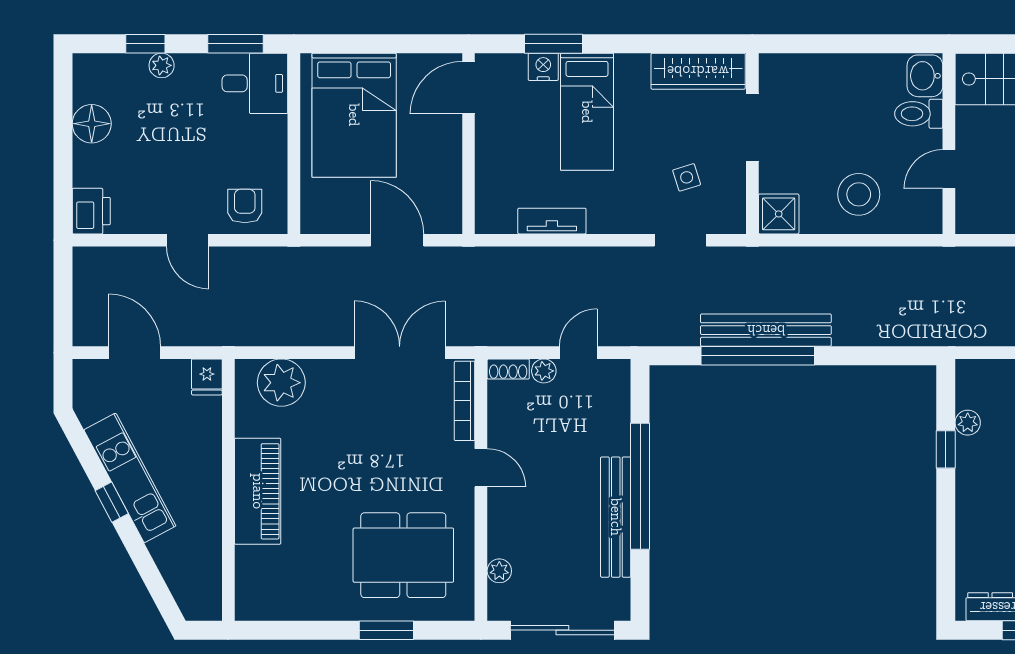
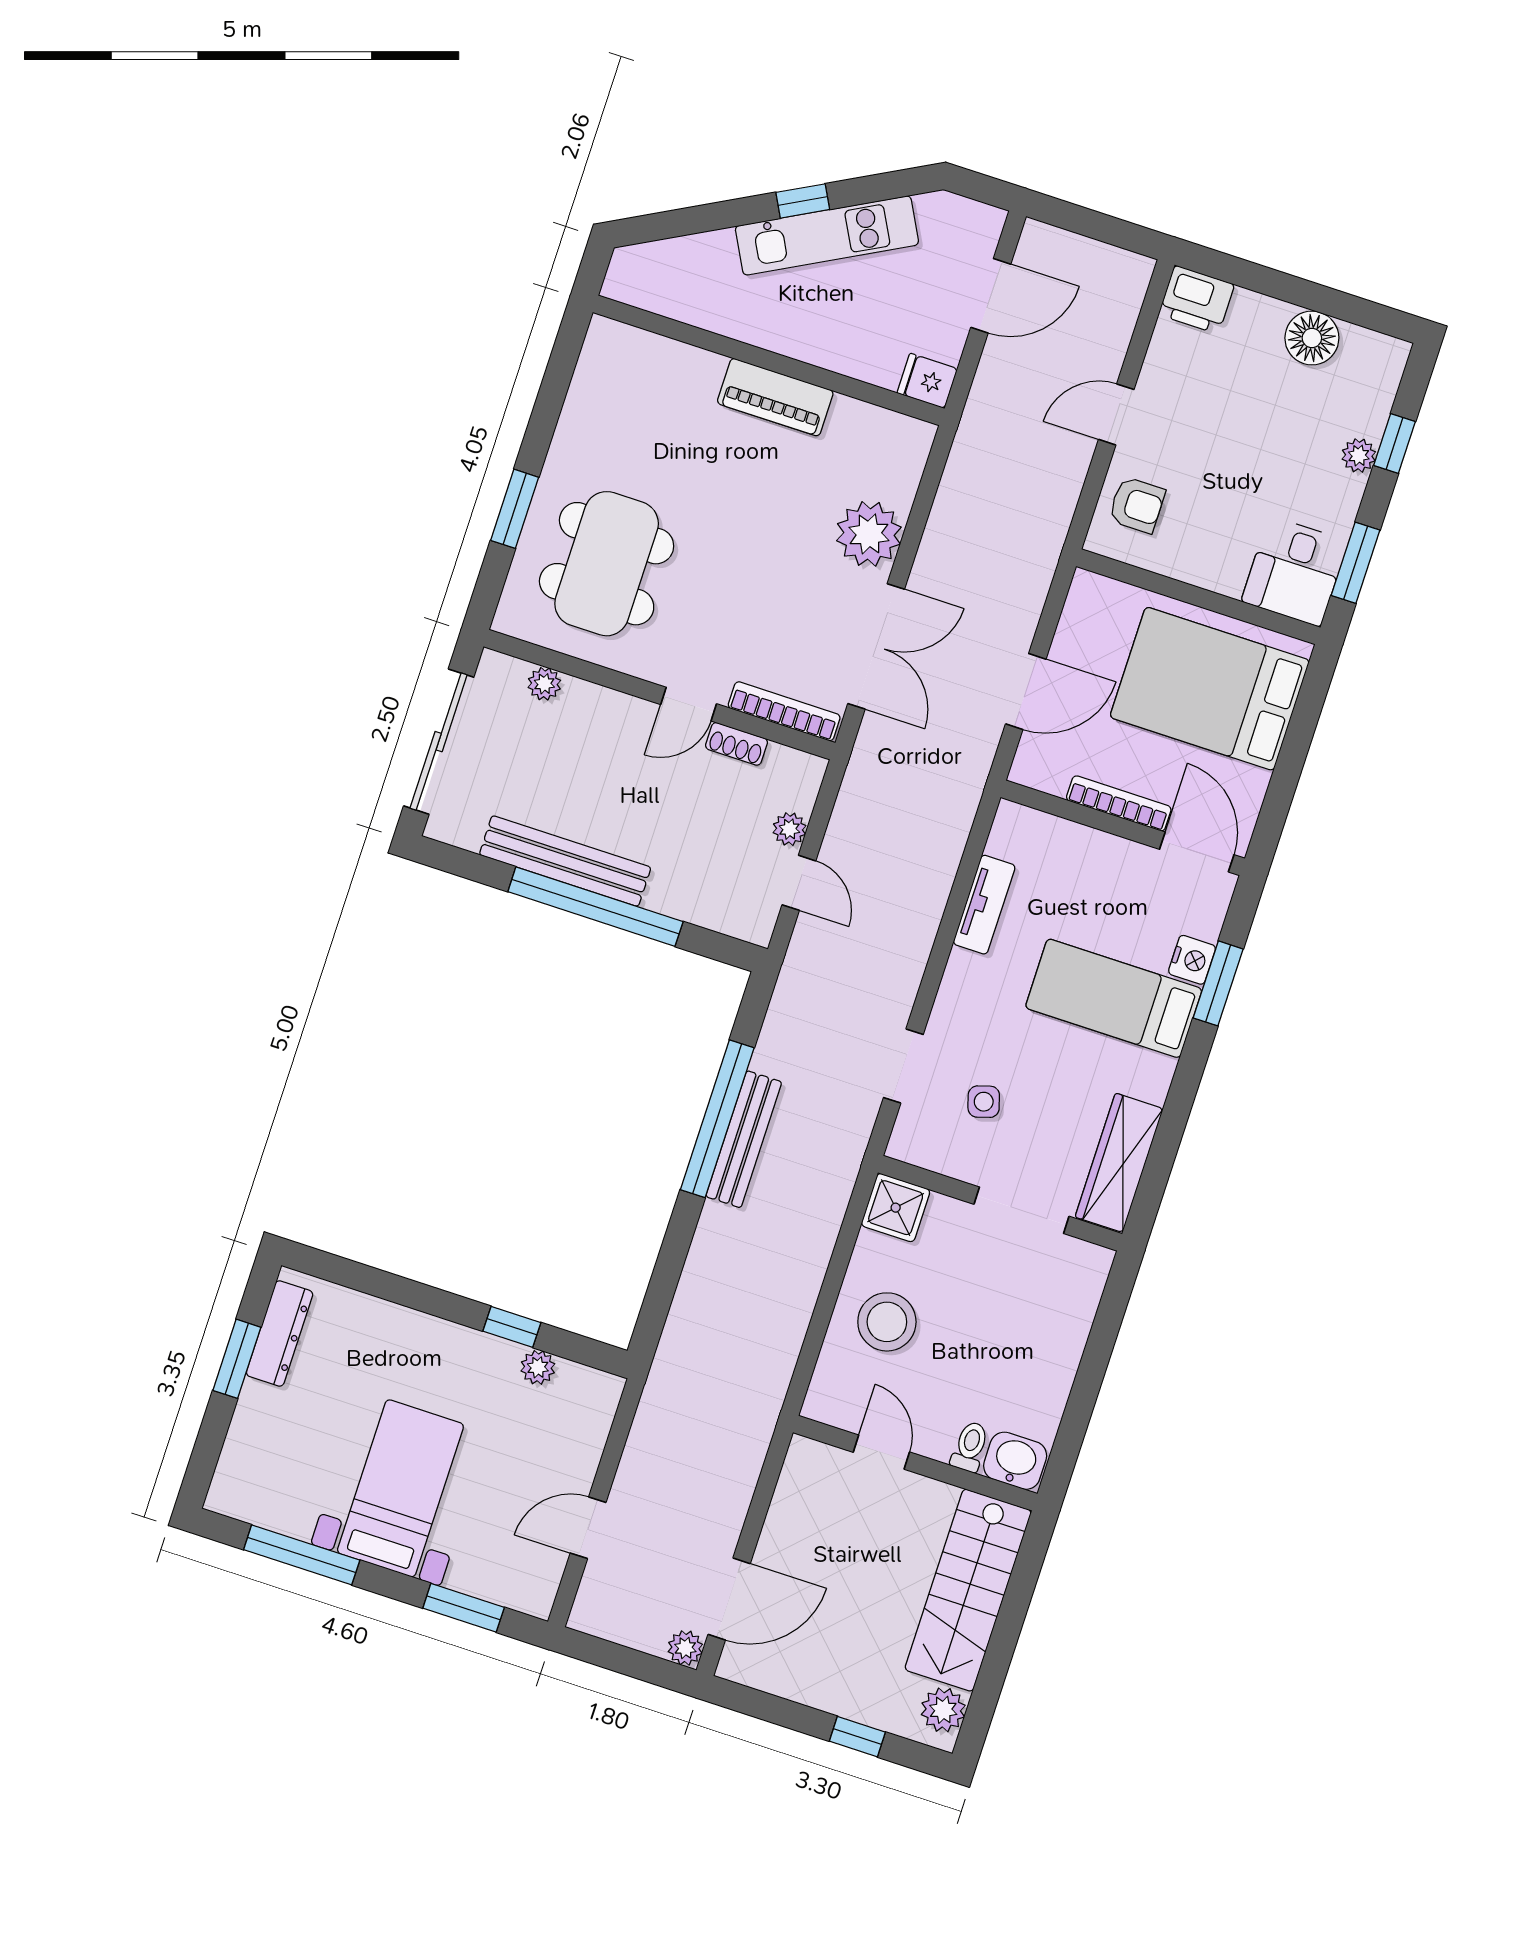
toilet: (919, 114) -> (970, 1447), width x0.73, depth x0.72
bookcase: (453, 152) -> (1119, 803), added
bench: (766, 330) -> (744, 1139), width x0.73, depth x0.82
shoe rack: (508, 369) -> (737, 744), moved, turned -90
plant: (281, 383) -> (869, 534), moved
piano: (258, 491) -> (775, 397), width x0.73, depth x0.75

